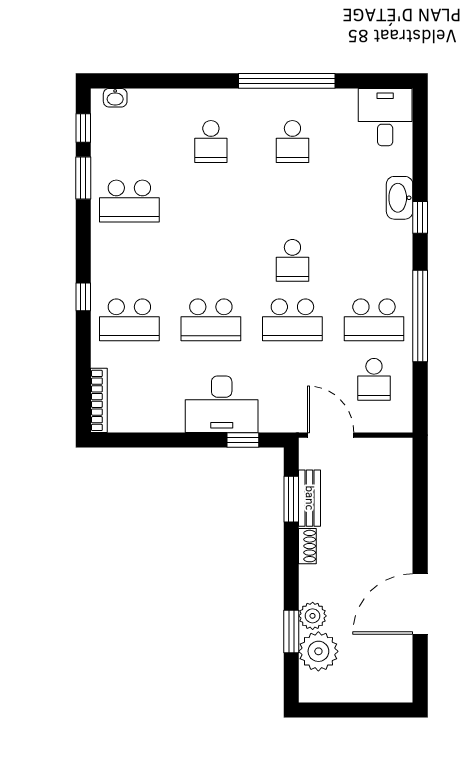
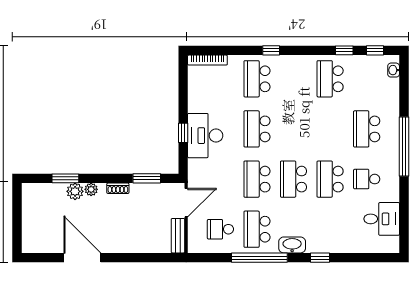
window: (287, 81) -> (404, 147), moved
desk: (385, 117) -> (382, 219), moved
school desk: (211, 142) -> (367, 129), width x1.85
window: (83, 178) -> (344, 50), width x0.67
washbasin: (400, 198) -> (292, 245), moved
school desk: (292, 201) -> (330, 179), added
school desk: (292, 260) -> (294, 179), width x1.85
window: (243, 440) -> (183, 133), moved
bench: (310, 498) -> (178, 236), moved, turned 90
plant: (318, 651) -> (91, 189), moved, width x0.53, depth x0.53

